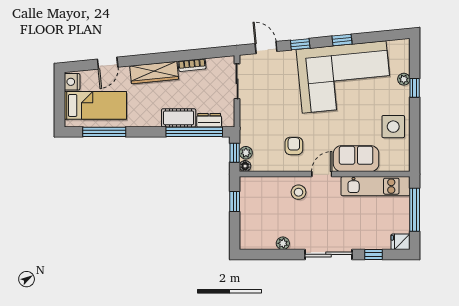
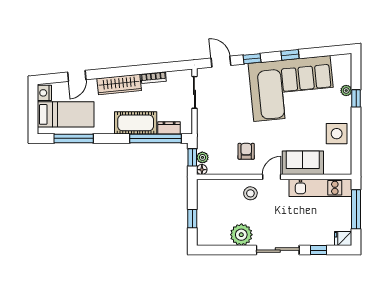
cot: (179, 118) -> (136, 123), width x1.37, depth x1.34
window: (235, 201) -> (192, 219), moved
plant: (283, 243) -> (241, 235), width x1.87, depth x1.87

